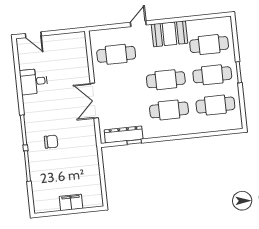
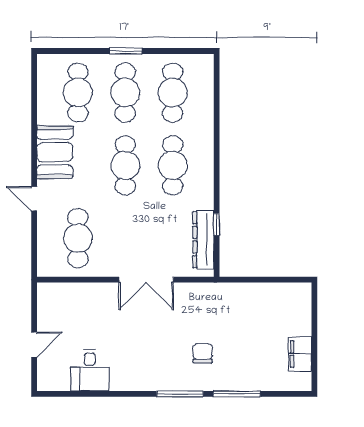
door: (33, 35) -> (34, 345), moved
desk: (34, 81) -> (90, 370), moved
filing cabinet: (71, 202) -> (300, 354), moved

